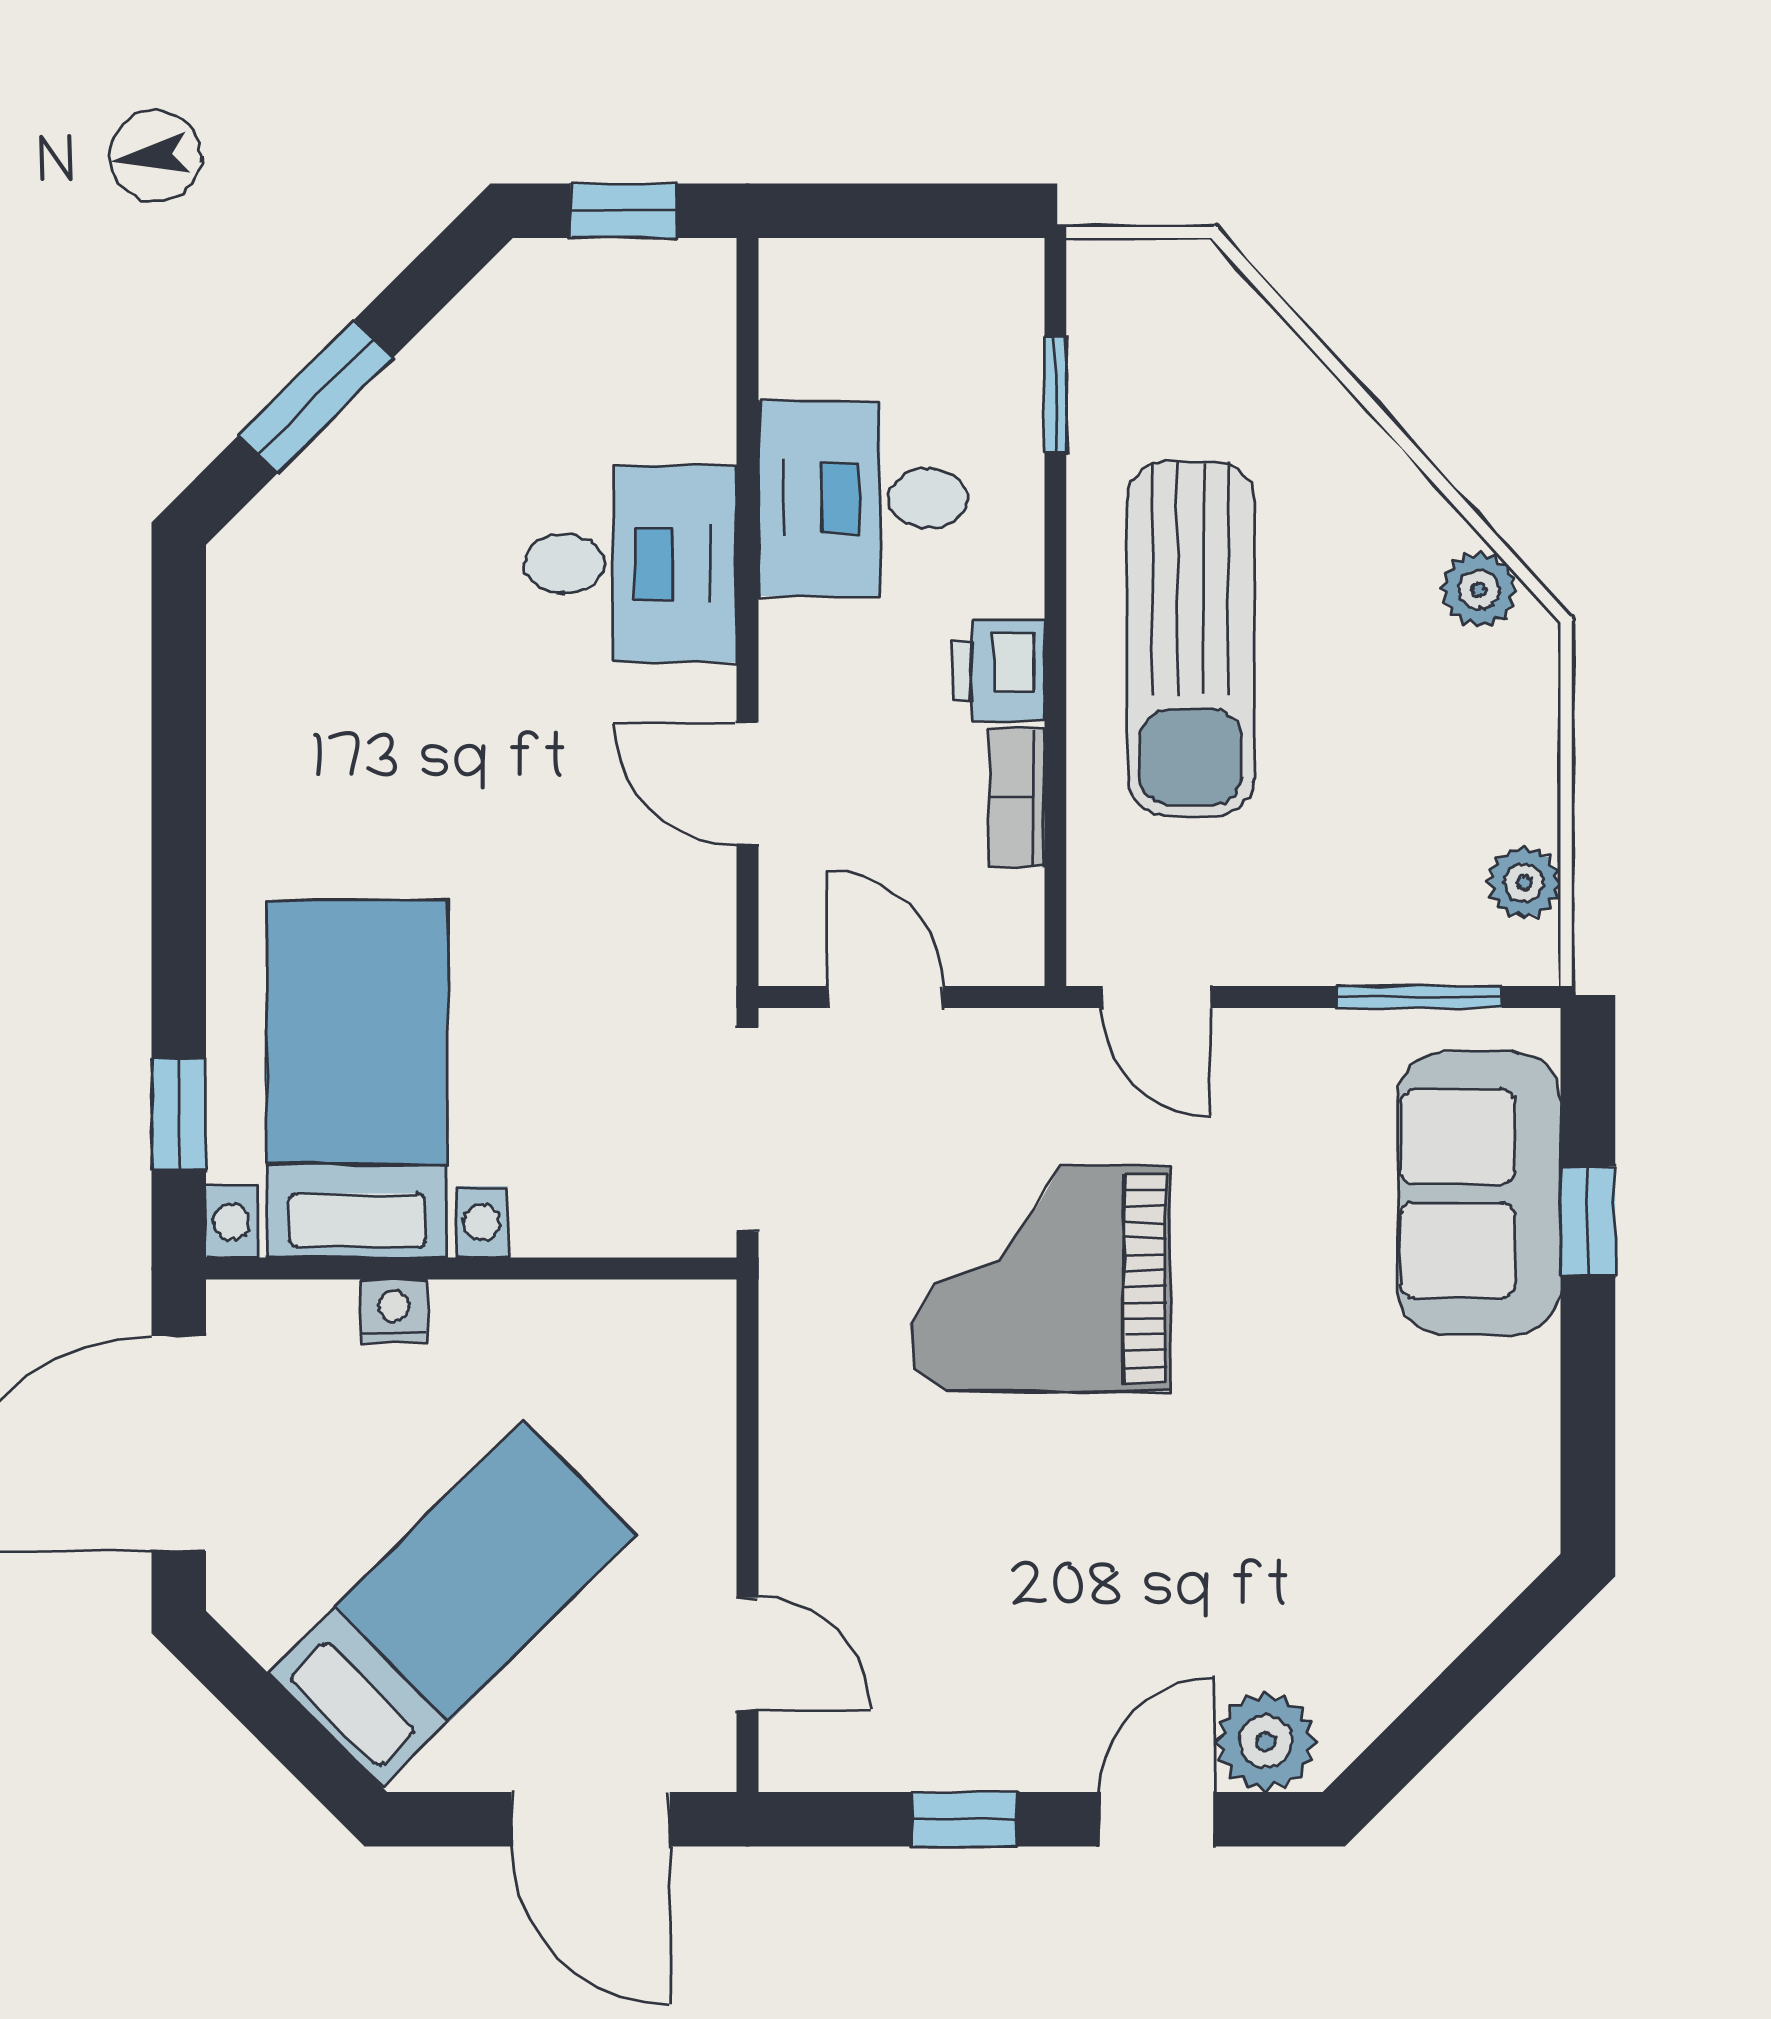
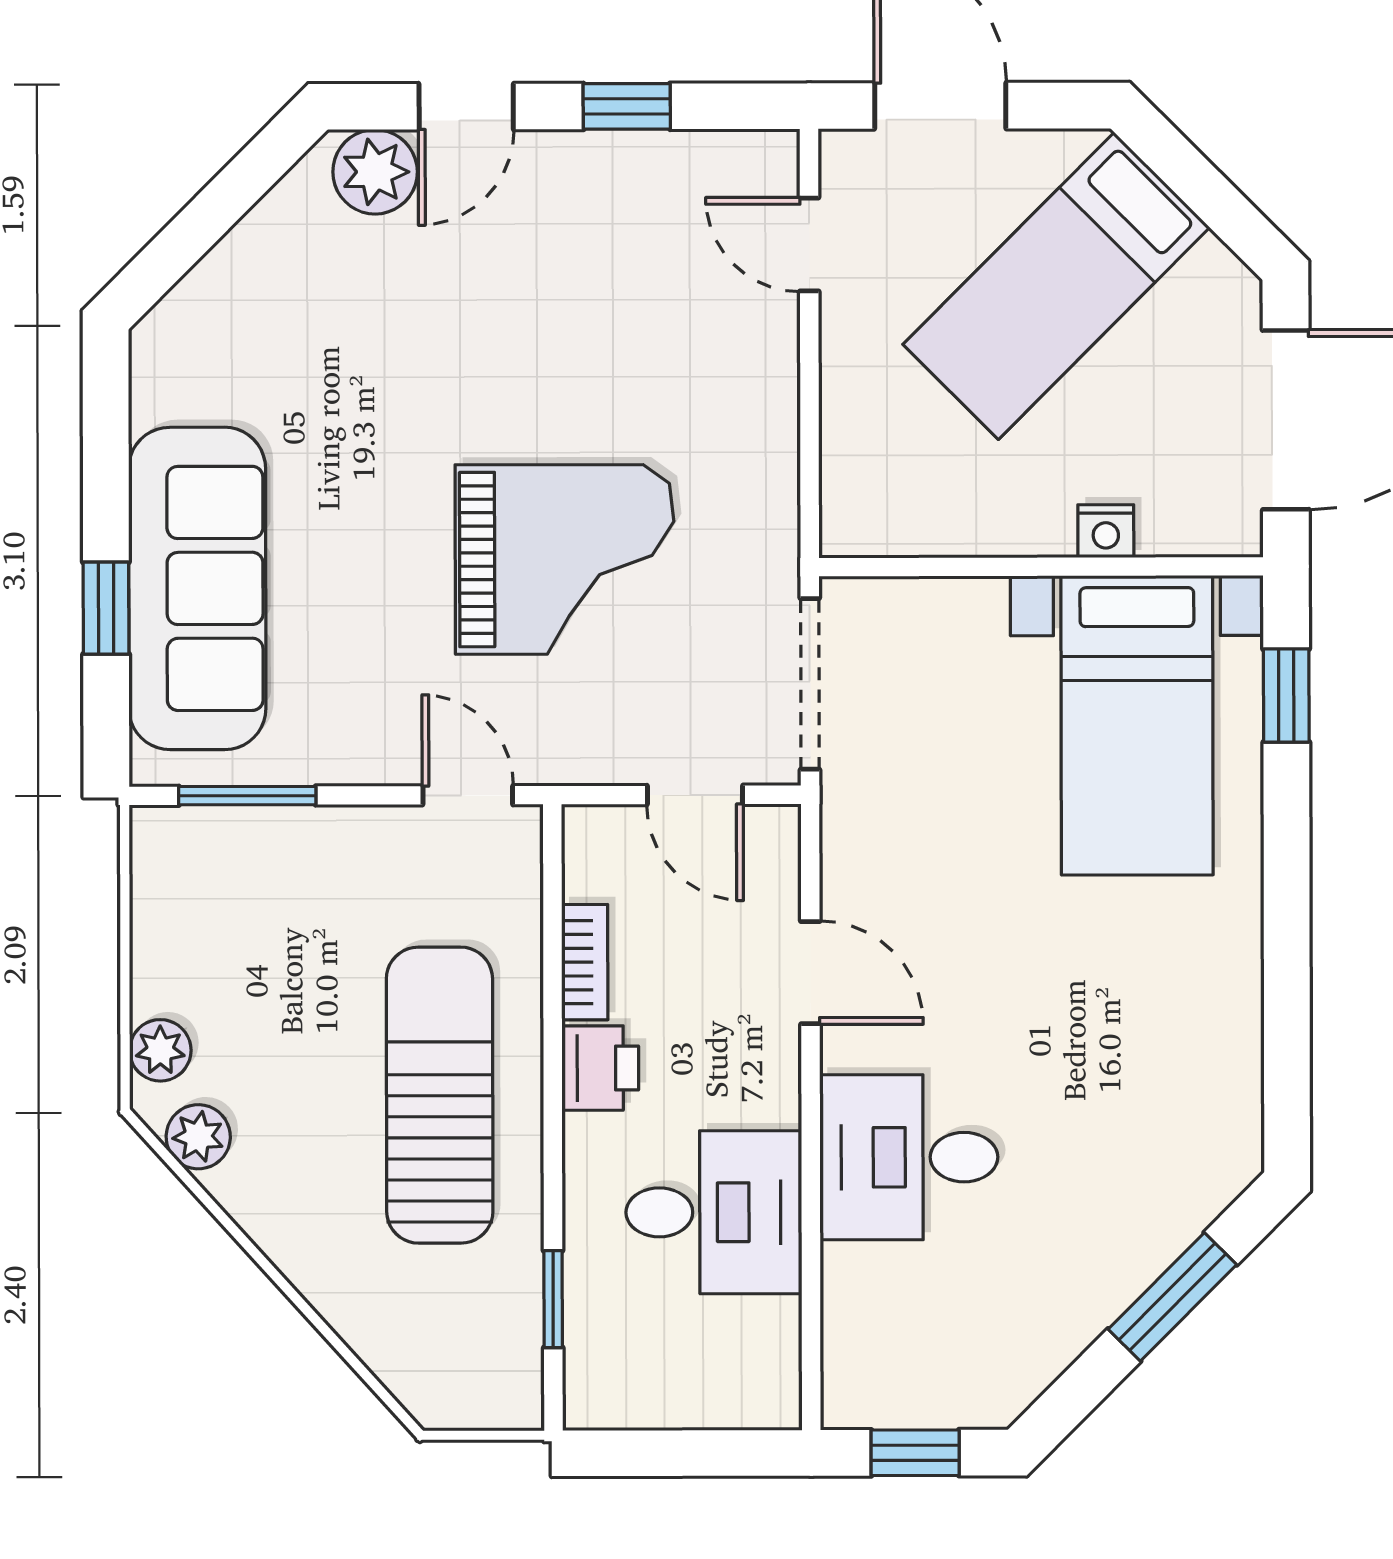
plant: (1524, 883) -> (160, 1050), moved
sofa: (1479, 1193) -> (197, 588), width x1.36

